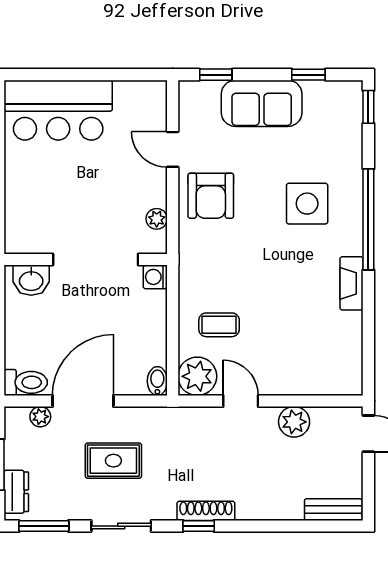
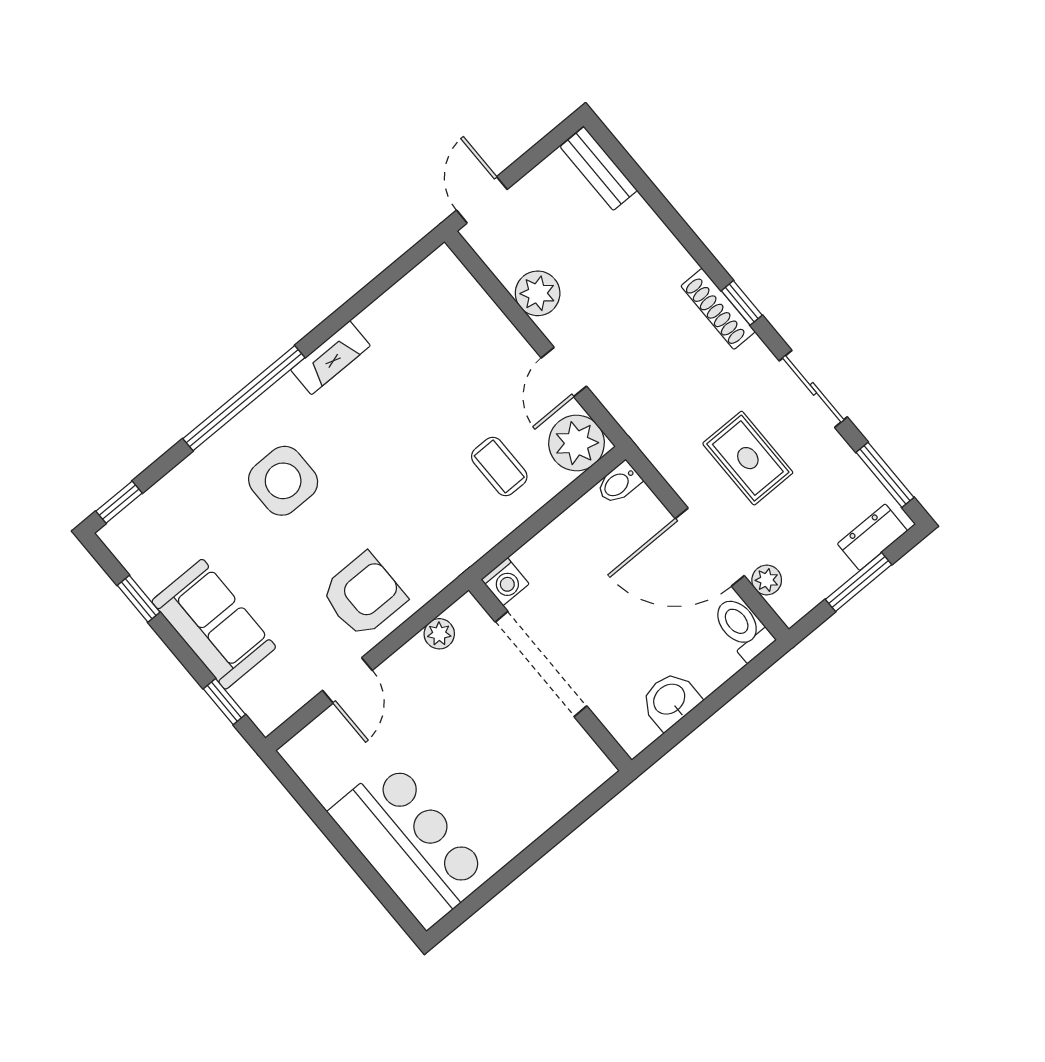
washbasin: (31, 280) -> (670, 700), moved, turned -90

